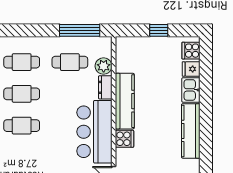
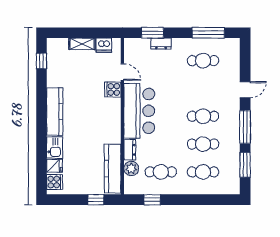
window: (80, 30) -> (152, 200), width x0.46
window: (159, 30) -> (96, 200), moved
kitchen counter: (125, 101) -> (113, 169), moved
cooker: (124, 139) -> (113, 89), moved

